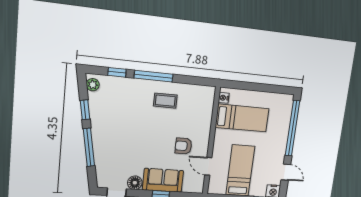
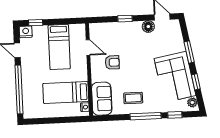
corner sofa: (110, 119) -> (175, 77), added
window: (89, 147) -> (189, 52), width x0.69
sofa: (163, 180) -> (102, 99), moved, turned -90

